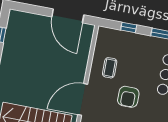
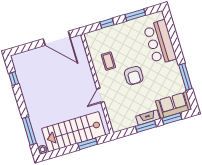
door: (83, 99) -> (100, 95), width x0.53

